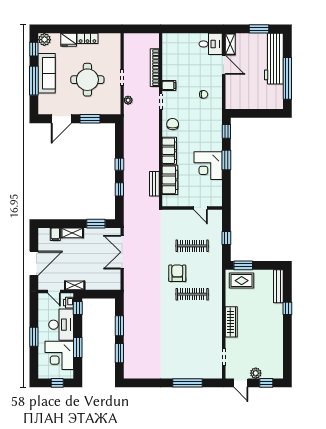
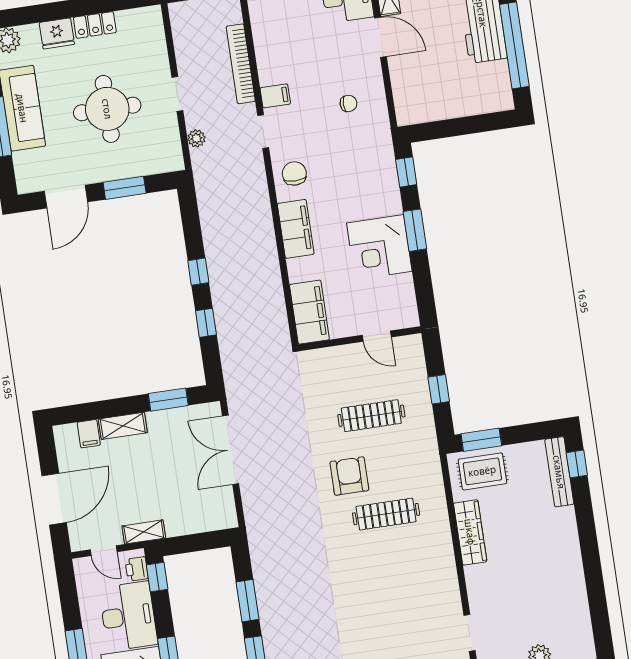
filing cabinet: (170, 180) -> (309, 312), moved
bench: (154, 184) -> (275, 300), removed
window: (287, 308) -> (577, 464), moved
wardrobe: (231, 322) -> (470, 532), moved

